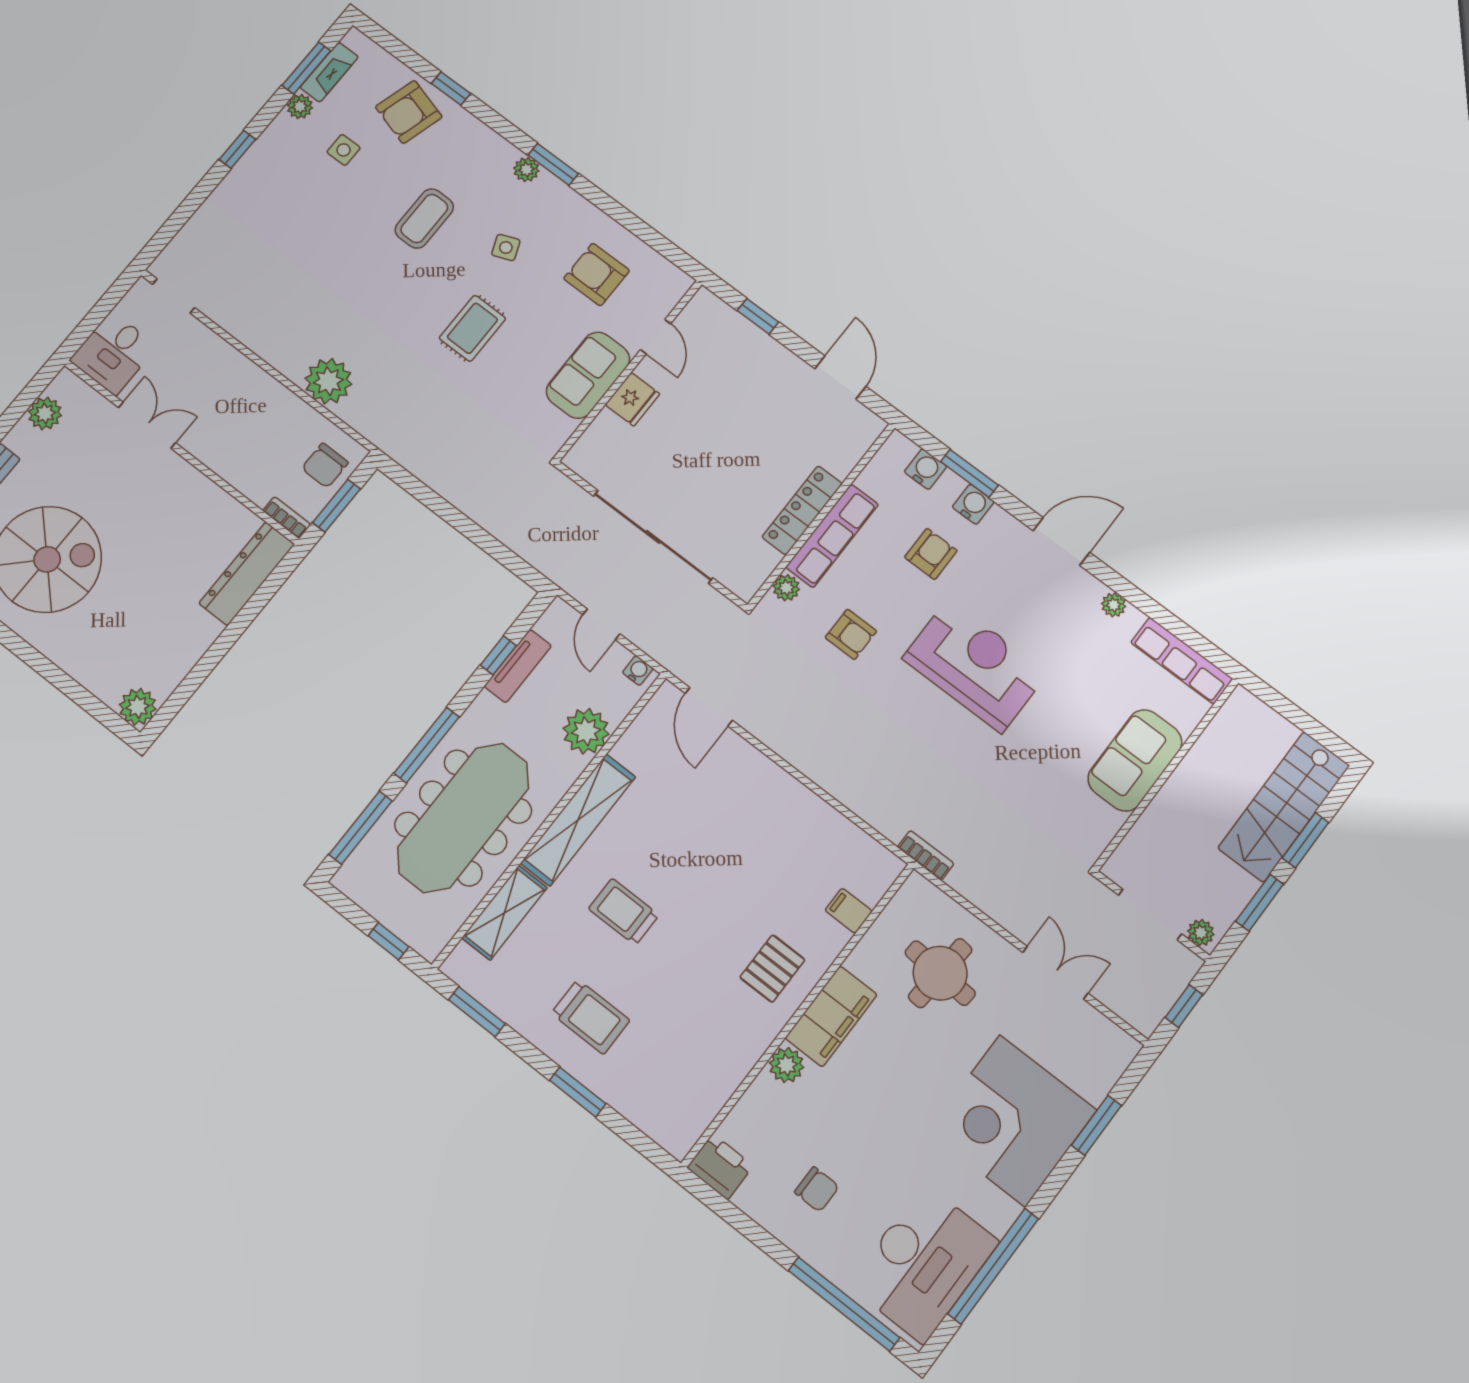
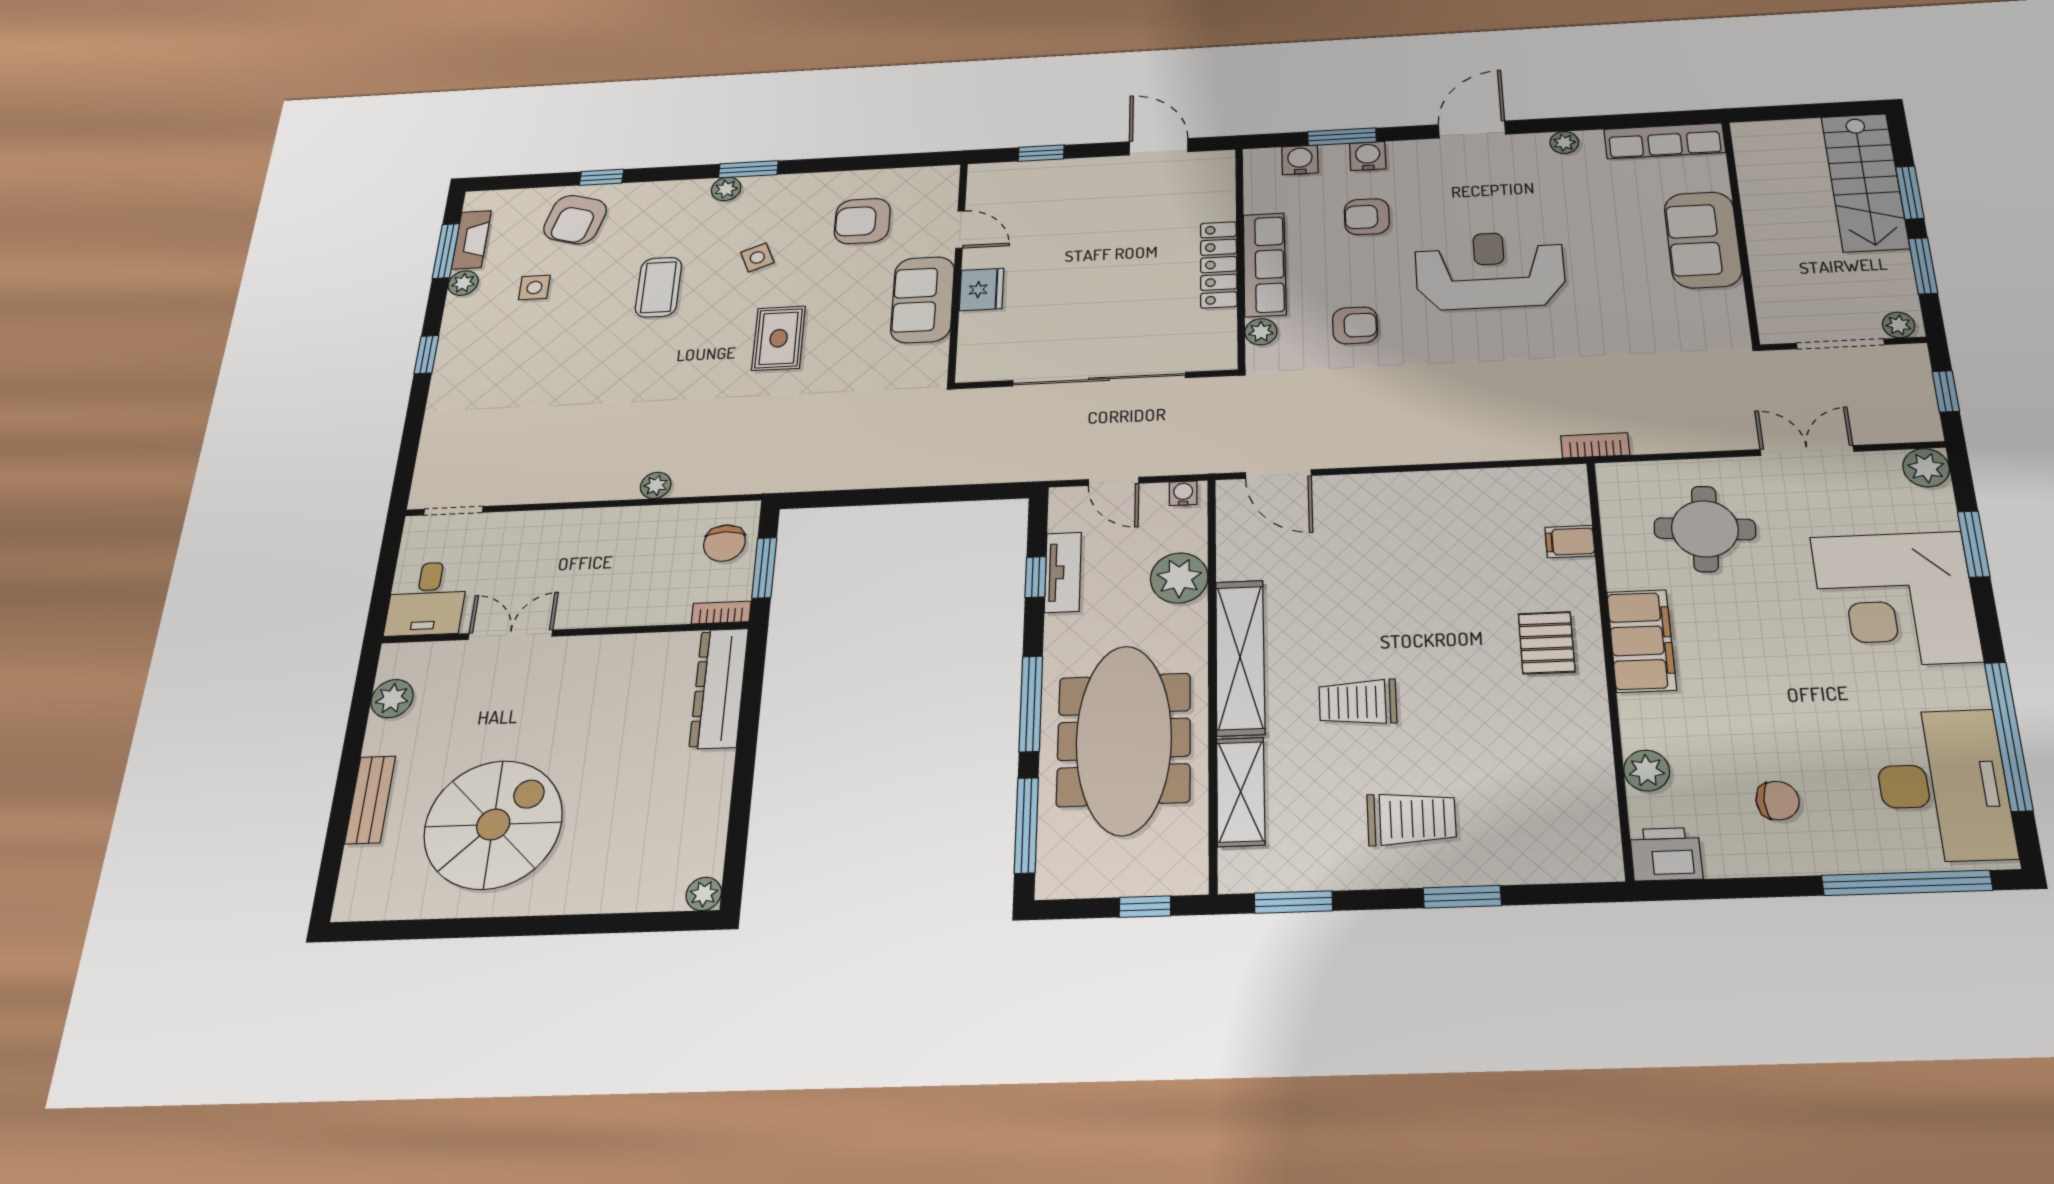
plant: (328, 381) -> (656, 485), width x0.53, depth x0.53
armchair: (931, 554) -> (1367, 217), turned -90
plant: (138, 707) -> (704, 894), width x0.73, depth x0.73
plant: (1118, 1049) -> (1926, 468), added
plant: (786, 1065) -> (1647, 771), moved

